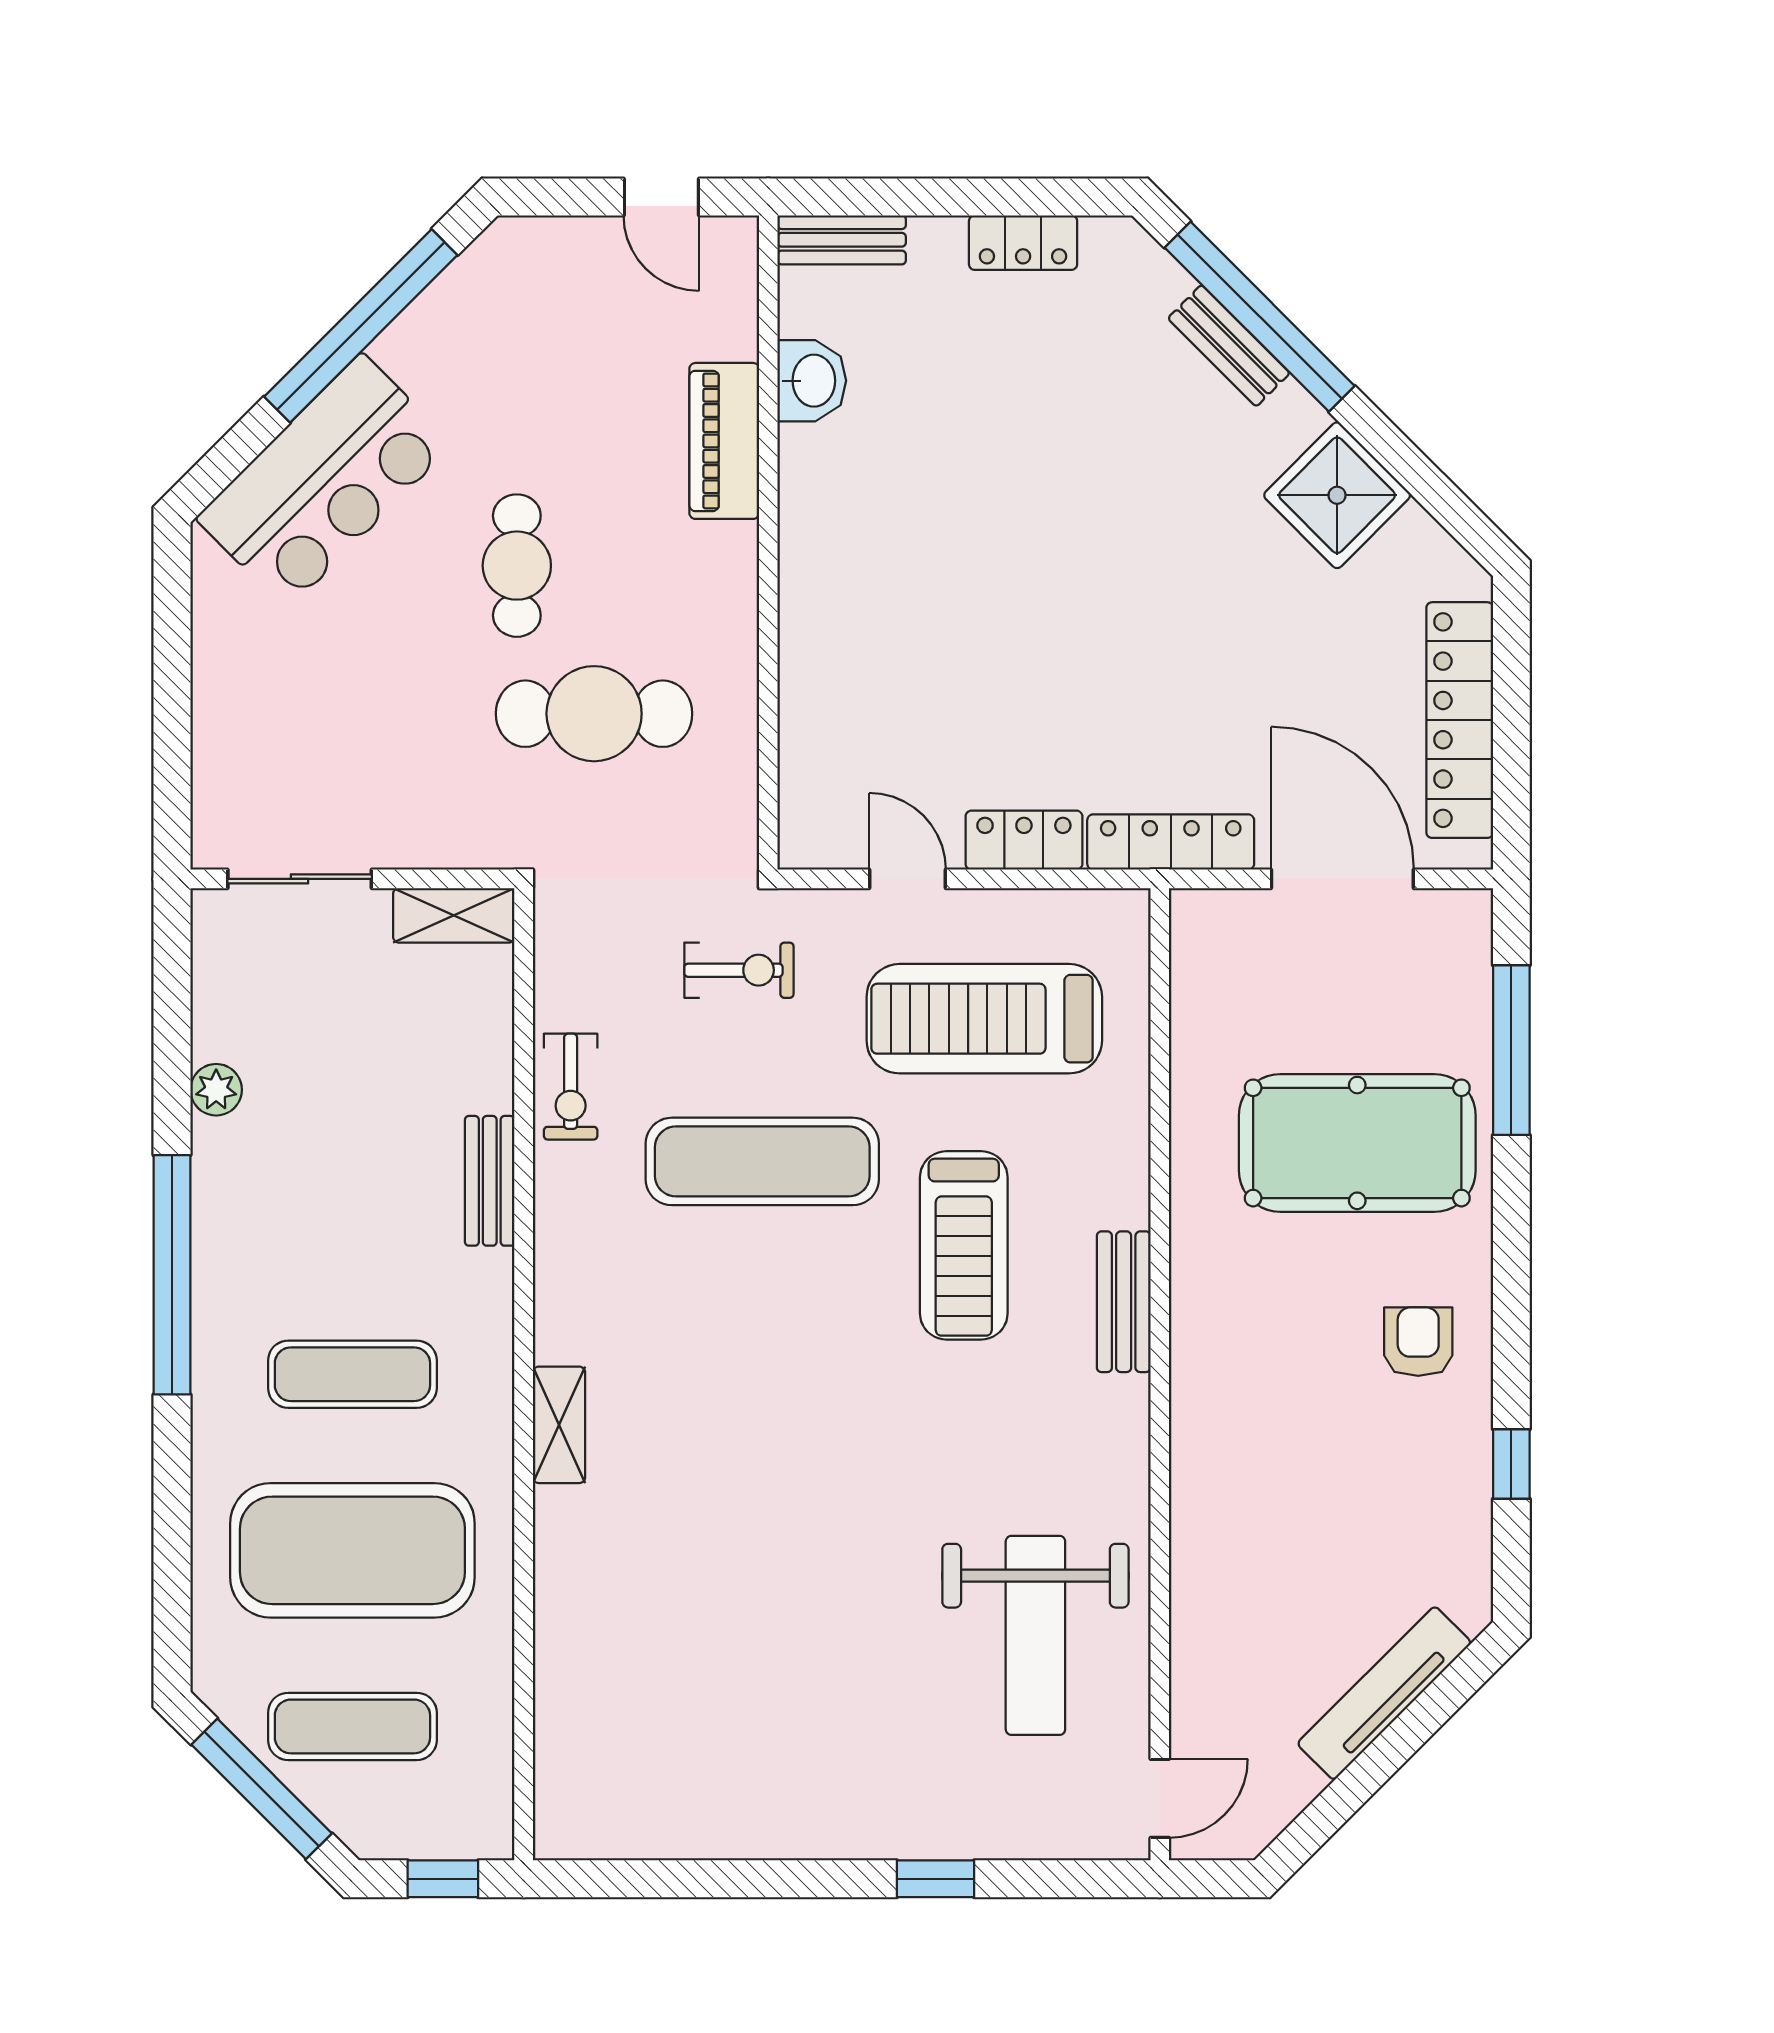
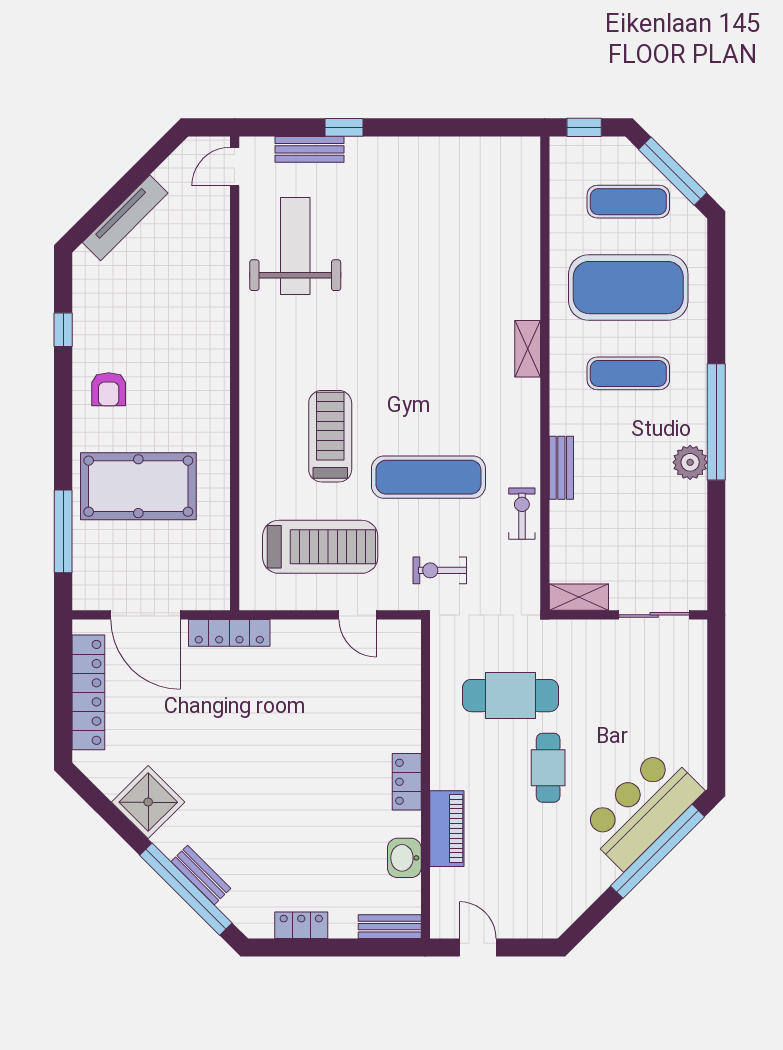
window: (361, 326) -> (658, 851), moved
locker: (1024, 840) -> (407, 782), moved, turned 90
plant: (216, 1090) -> (690, 462), moved, width x1.38, depth x1.38
bench: (1124, 1302) -> (309, 149), moved, turned 90

